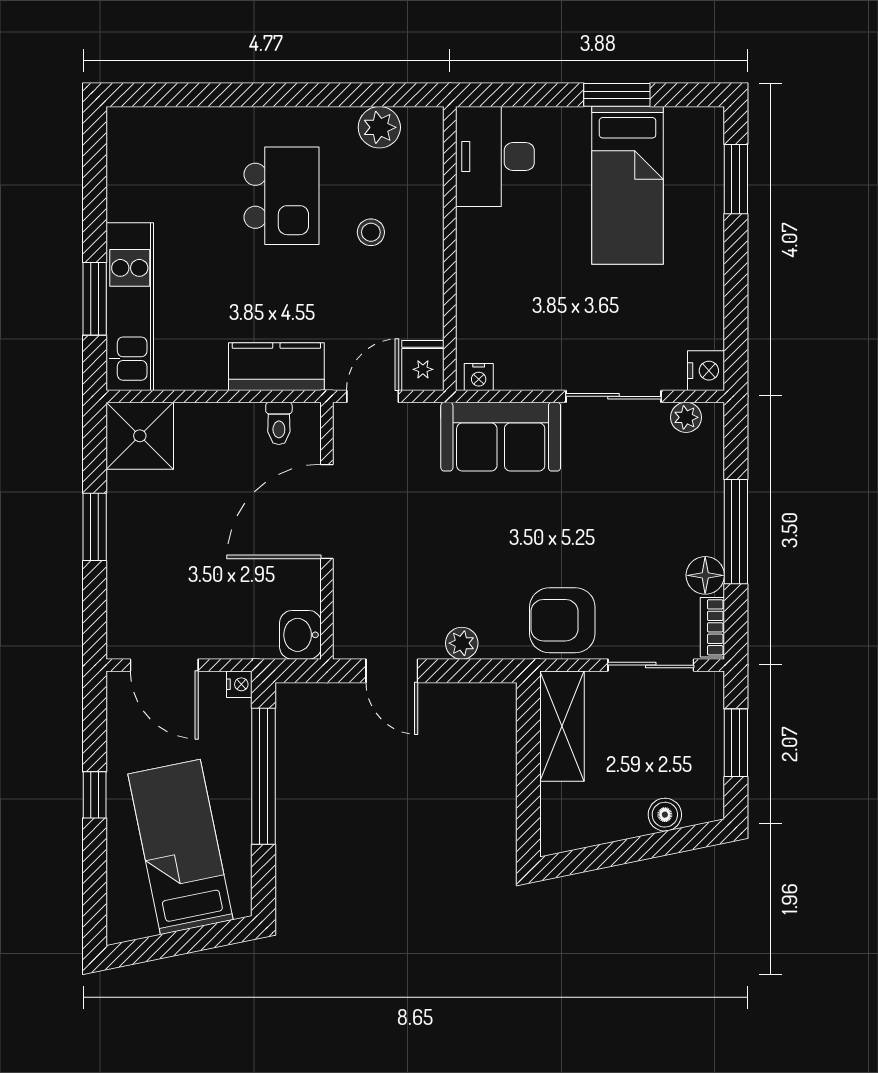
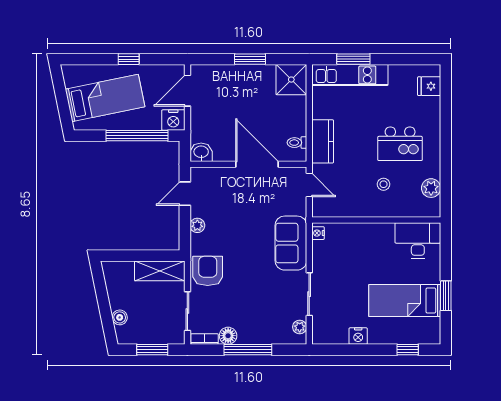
window: (736, 179) -> (408, 350), width x0.67
fridge: (423, 365) -> (429, 86), moved, turned 180
nightstand: (706, 371) -> (358, 336), moved
nightstand: (239, 684) -> (173, 120), width x1.89, depth x1.79

